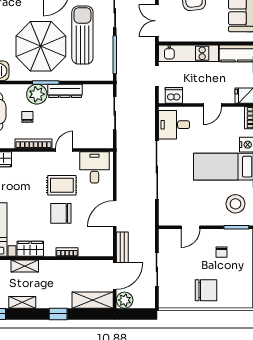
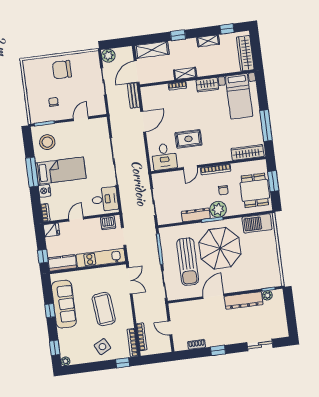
chair: (61, 213) -> (186, 116), removed
shelving: (25, 266) -> (185, 74), moved
plant: (125, 300) -> (108, 56), moved

